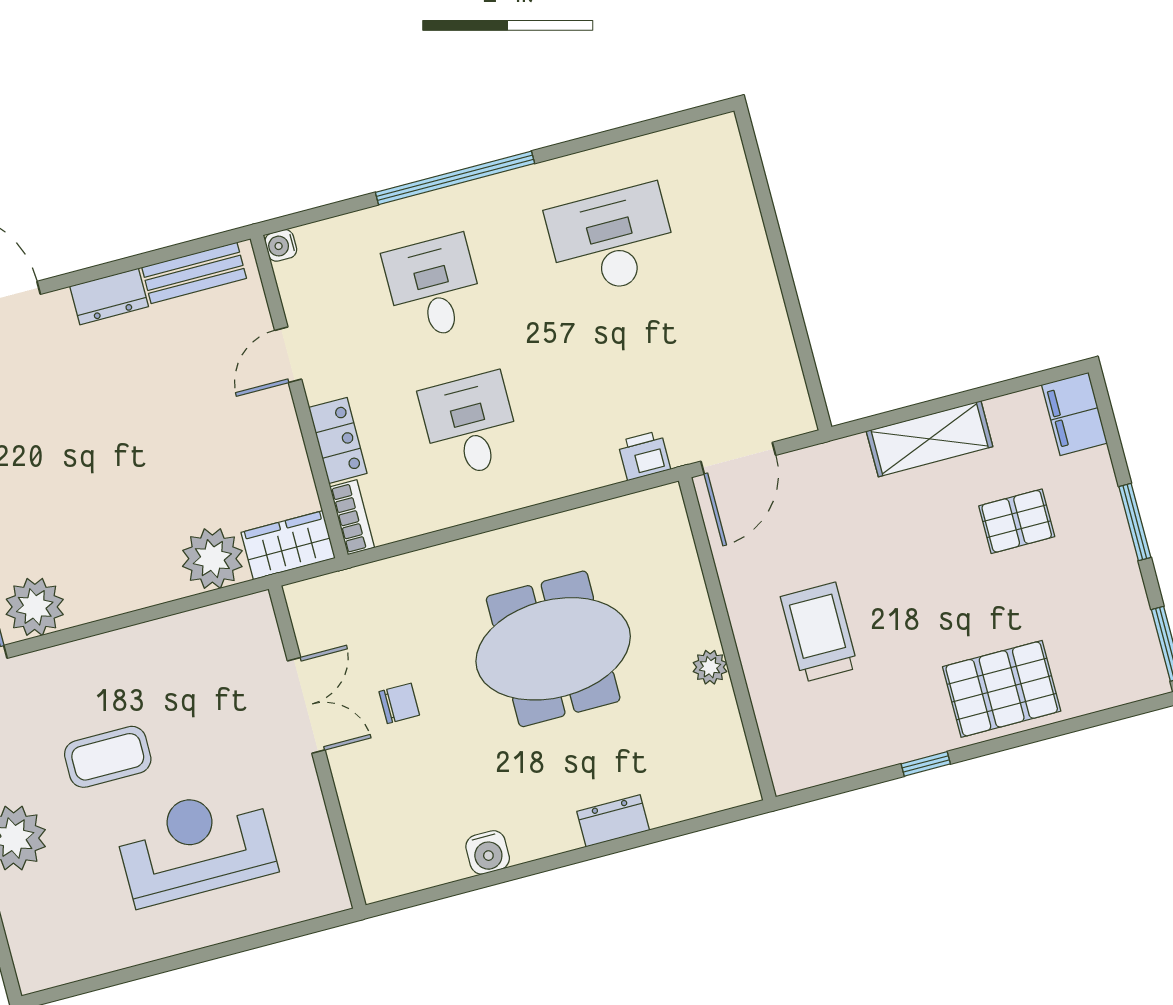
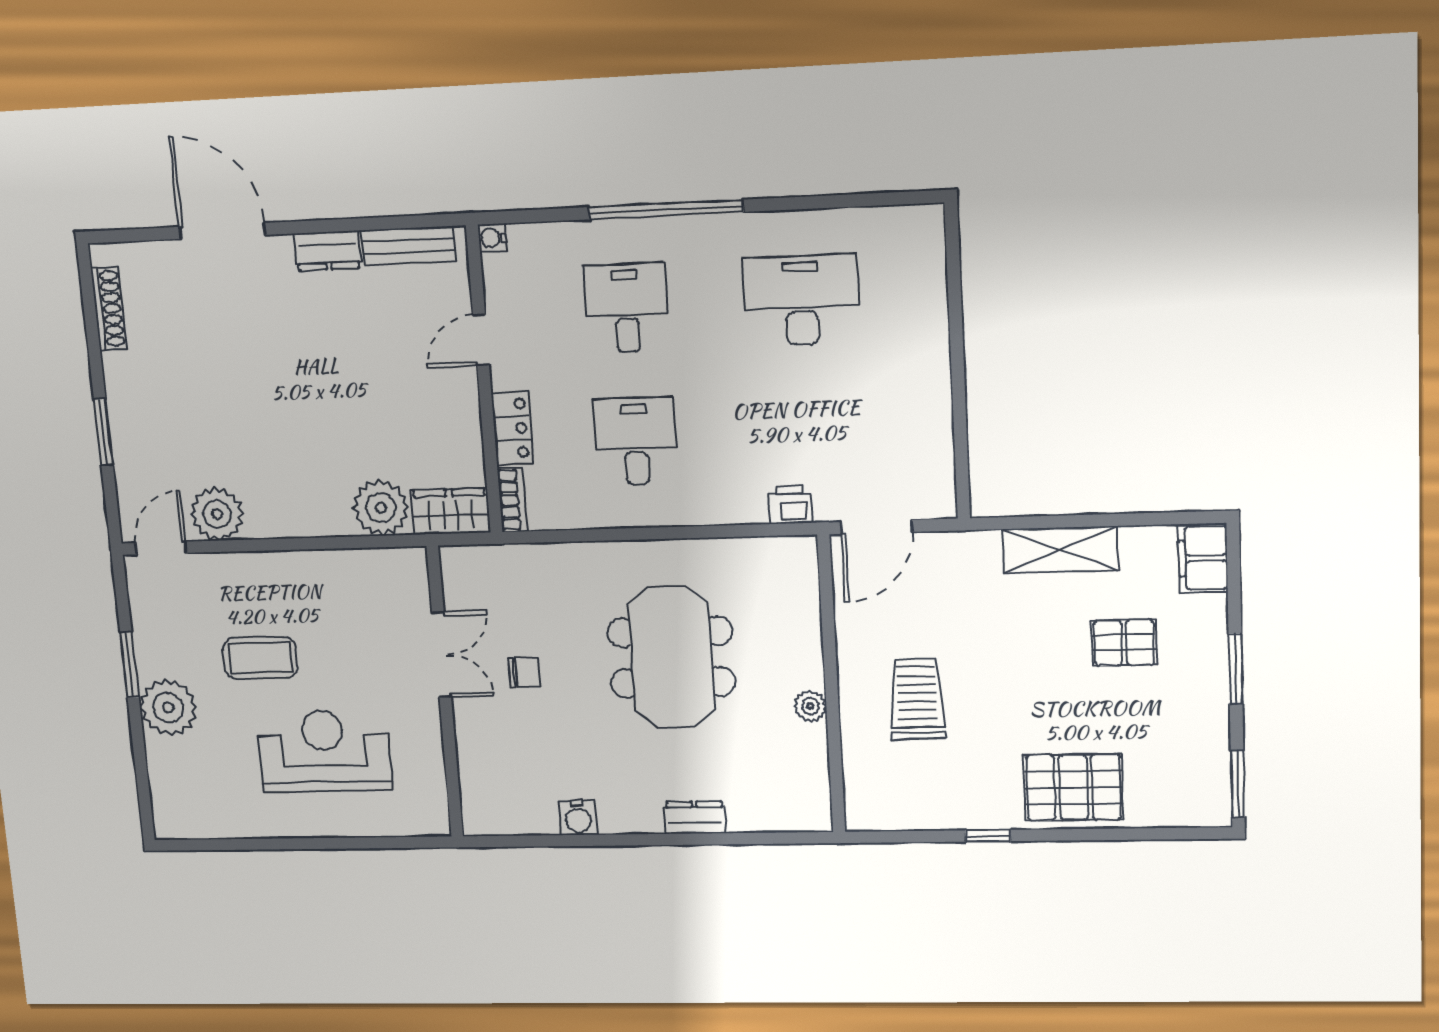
meeting table: (553, 649) -> (671, 657), turned 90

